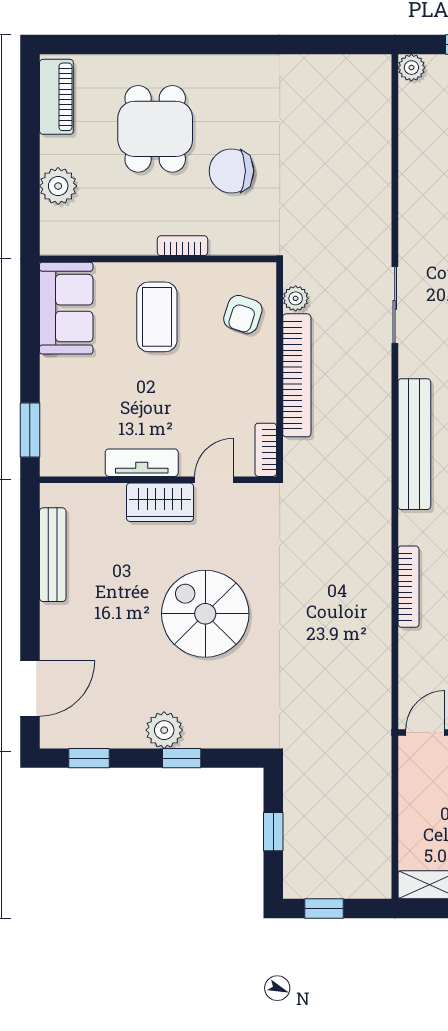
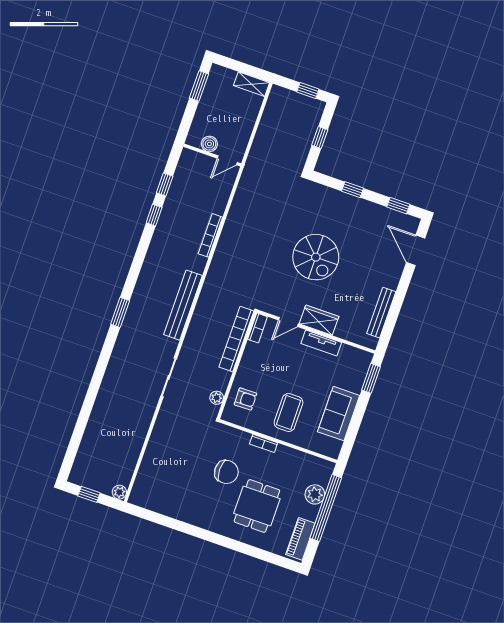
window: (30, 168) -> (326, 508), added
sofa: (66, 308) -> (339, 414), moved
armchair: (243, 314) -> (245, 399), turned 71
bookcase: (297, 375) -> (236, 339), moved
door: (30, 688) -> (416, 250), hinge flipped
plant: (164, 730) -> (356, 207), removed

